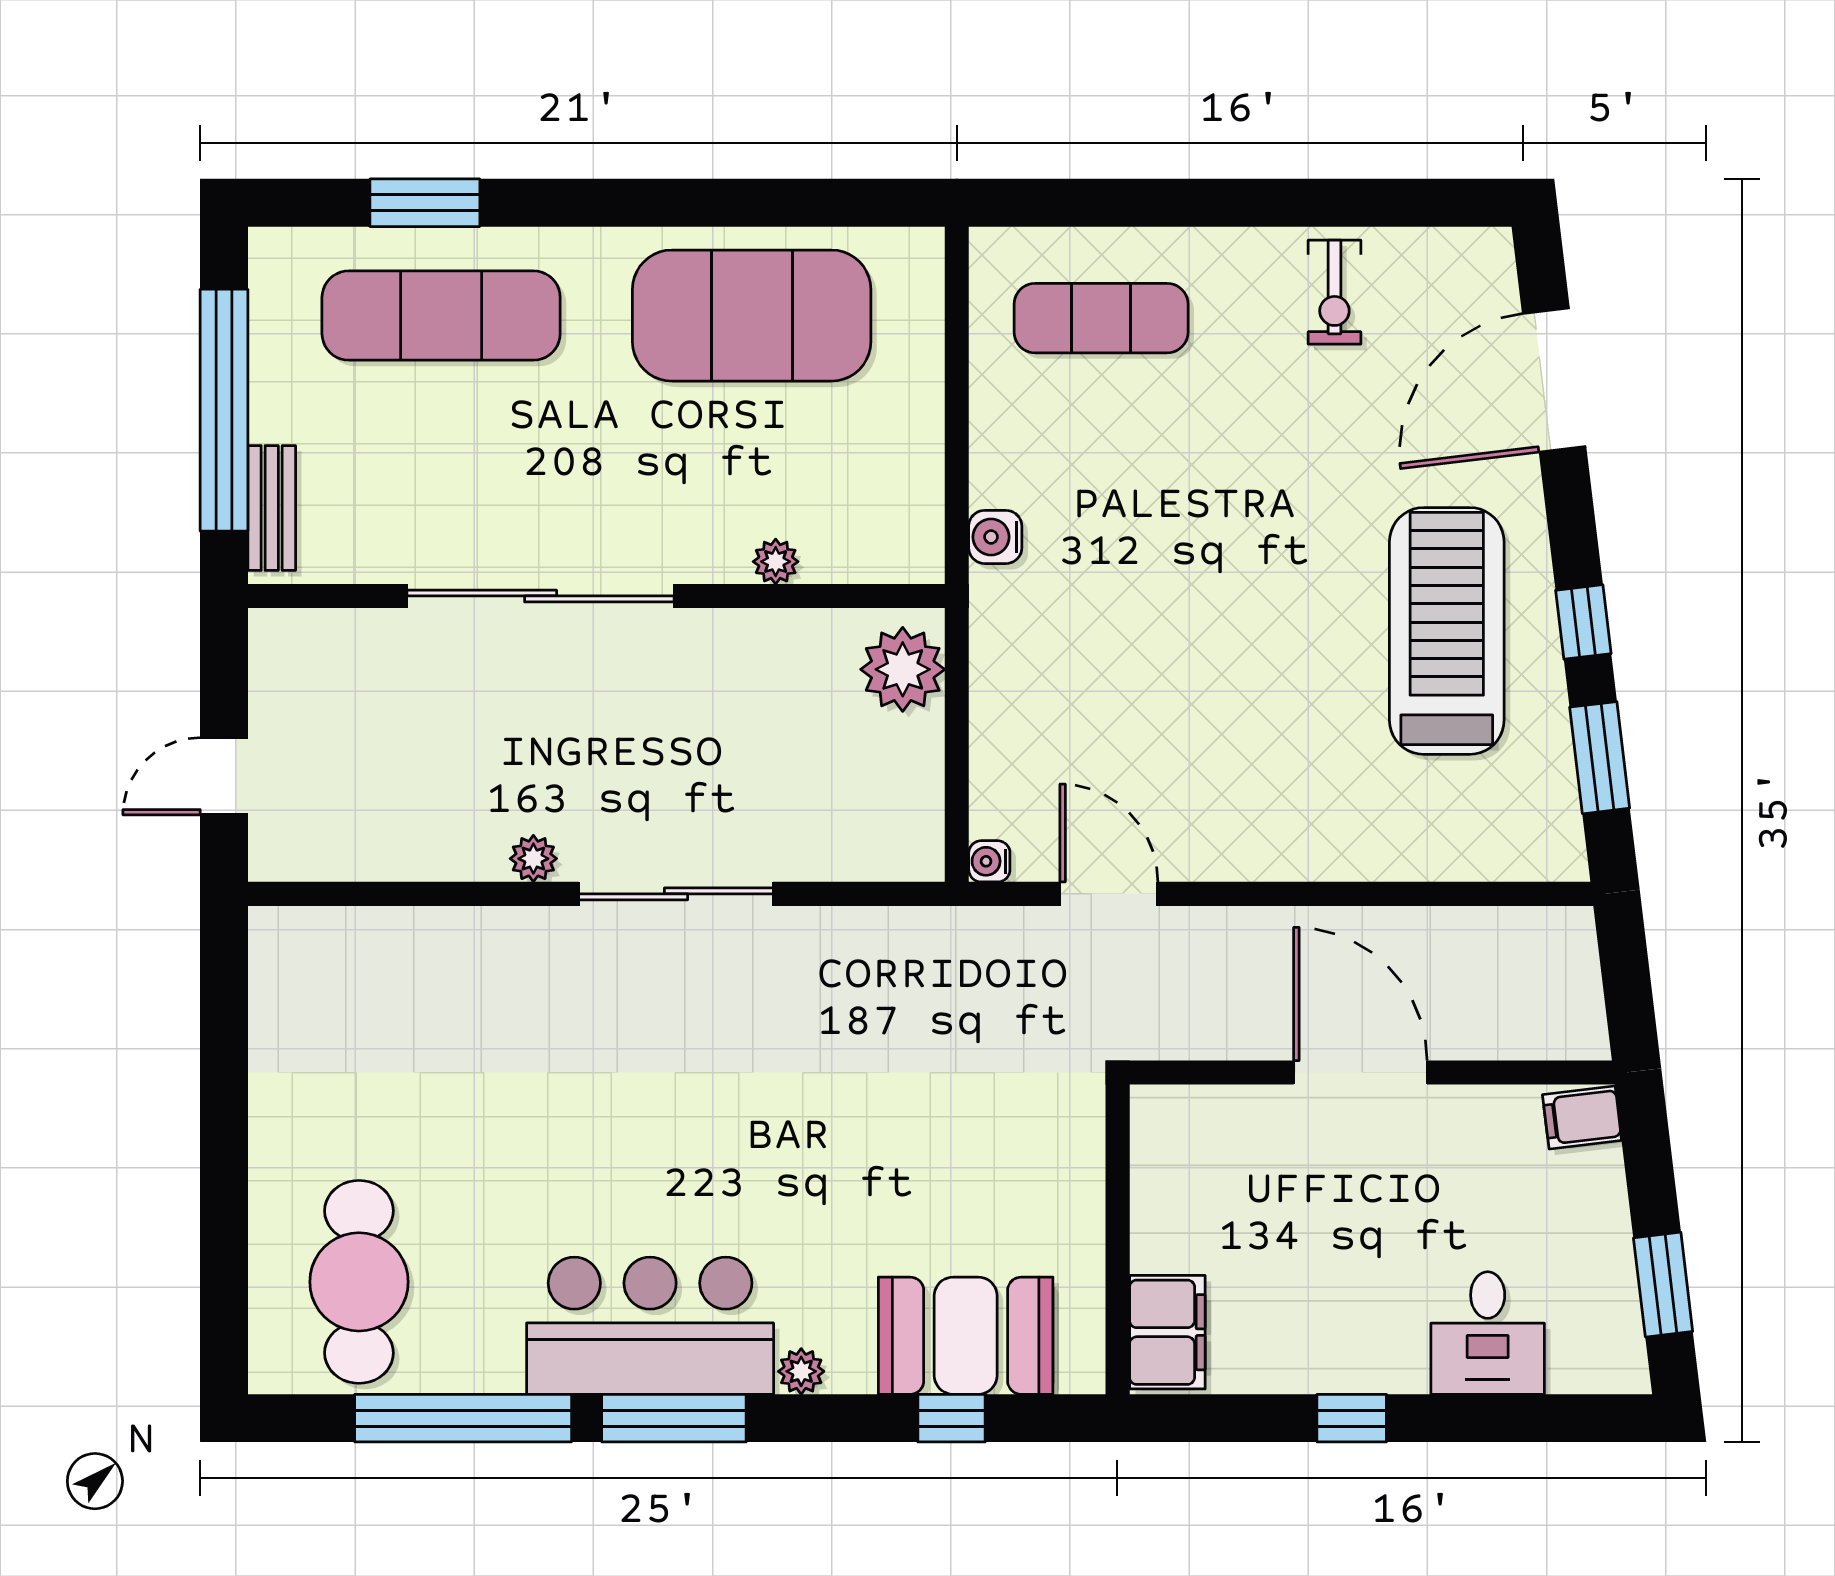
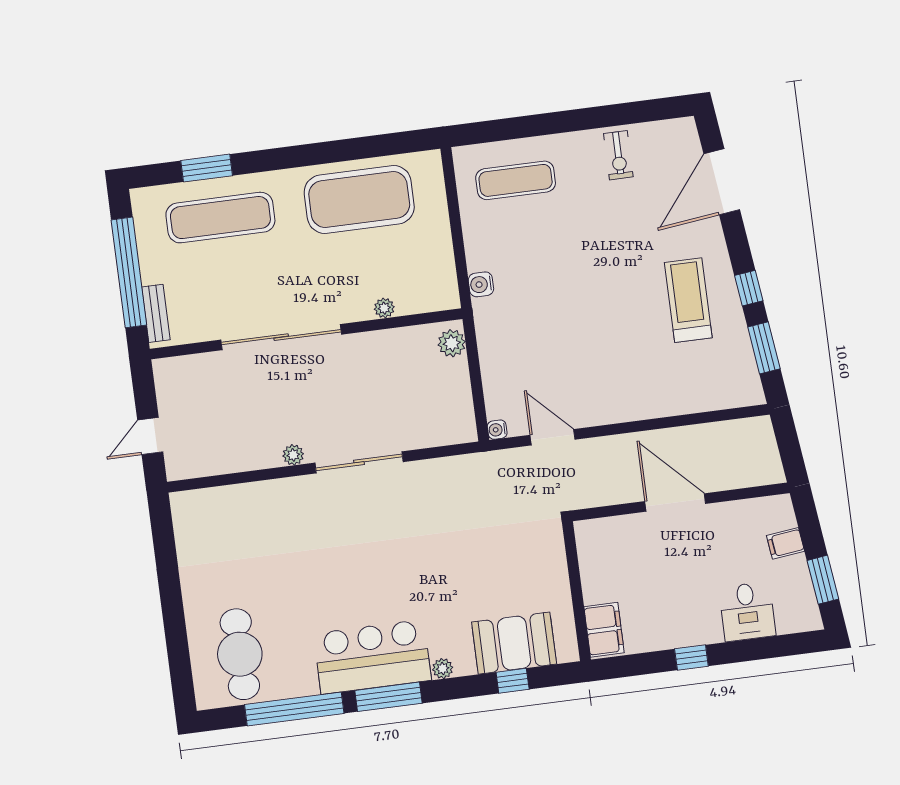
treadmill: (1447, 631) -> (688, 300), width x0.73, depth x0.73
plant: (903, 669) -> (452, 343), width x0.73, depth x0.73
filing cabinet: (1582, 1117) -> (785, 543), moved

